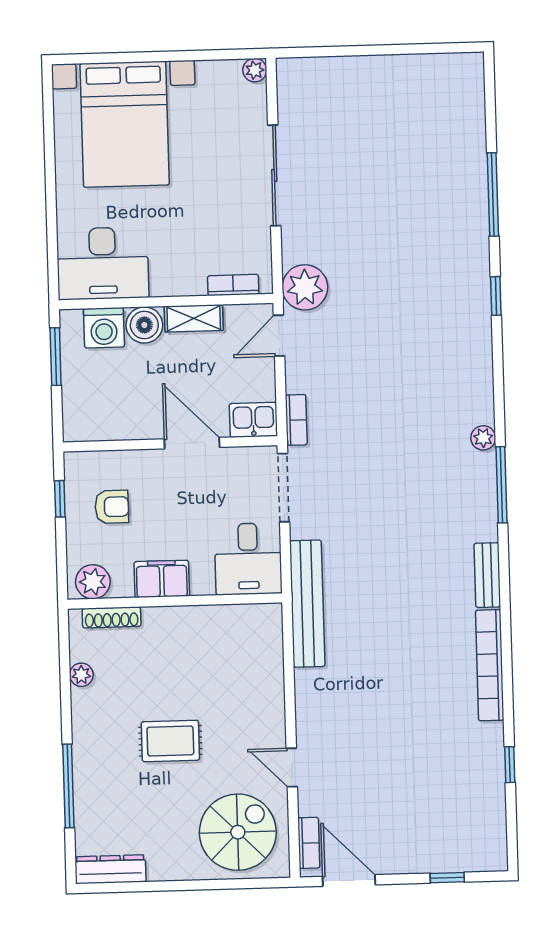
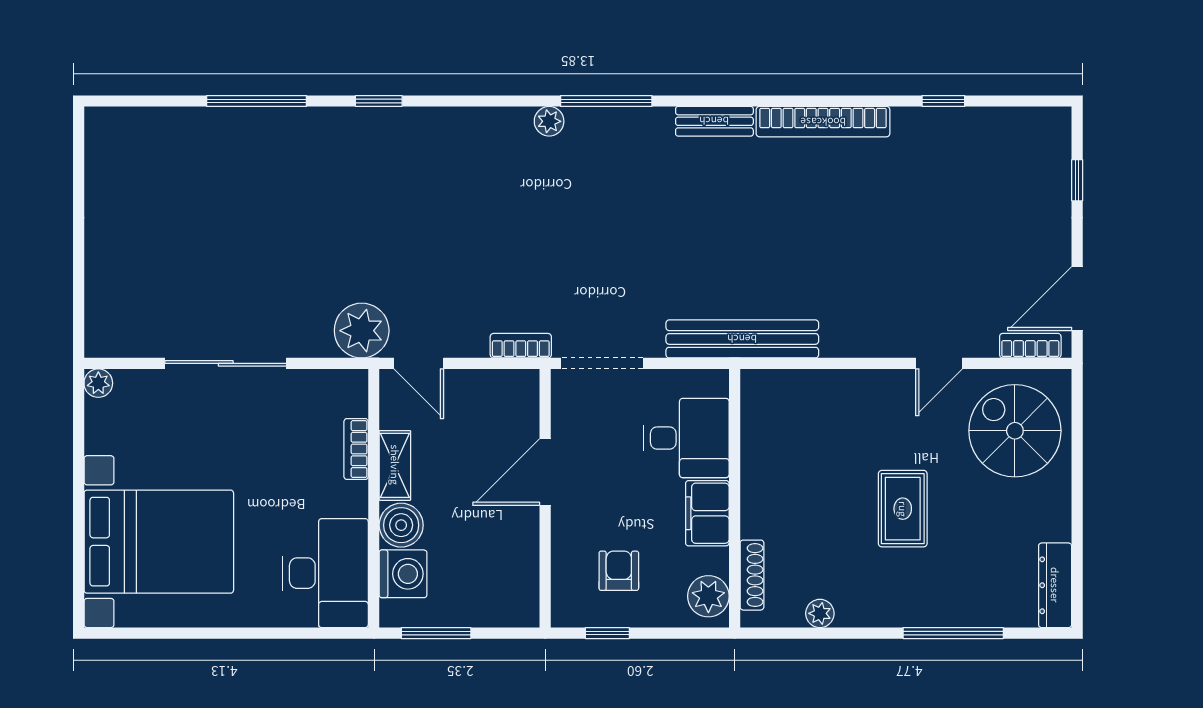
bookcase: (233, 285) -> (356, 449), moved
kitchen sink: (253, 420) -> (519, 397), removed
desk: (248, 559) -> (686, 438), moved

